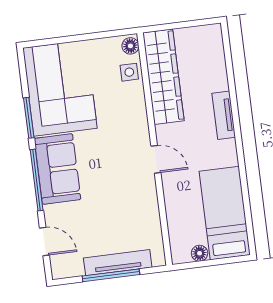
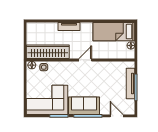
door: (44, 242) -> (117, 116), hinge flipped

